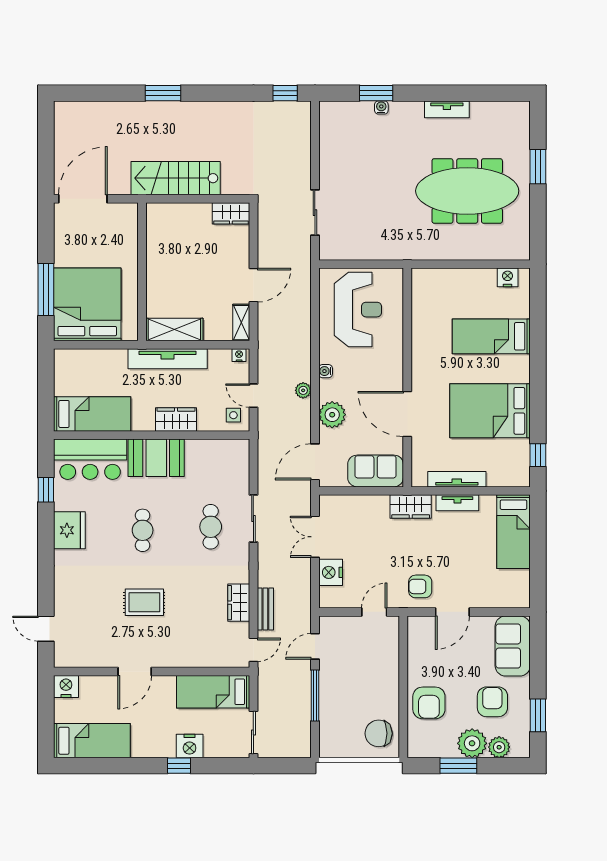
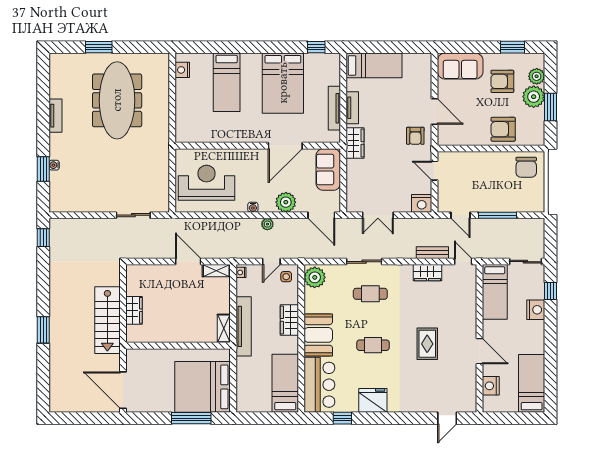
wardrobe: (231, 213) -> (134, 310), moved
shelving: (174, 330) -> (224, 328), width x0.67, depth x0.75
plant: (232, 453) -> (315, 277), added
nightstand: (331, 572) -> (422, 203), moved
nightstand: (66, 686) -> (491, 386), moved
armchair: (429, 703) -> (503, 129), turned 180
window: (179, 766) -> (550, 291), moved

